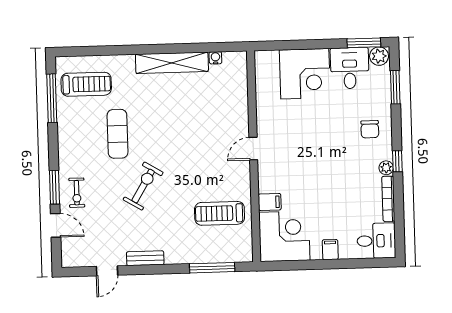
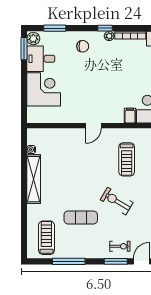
window: (52, 98) -> (69, 261), moved
door: (253, 149) -> (93, 126), hinge flipped
treadmill: (220, 213) -> (127, 159), moved

